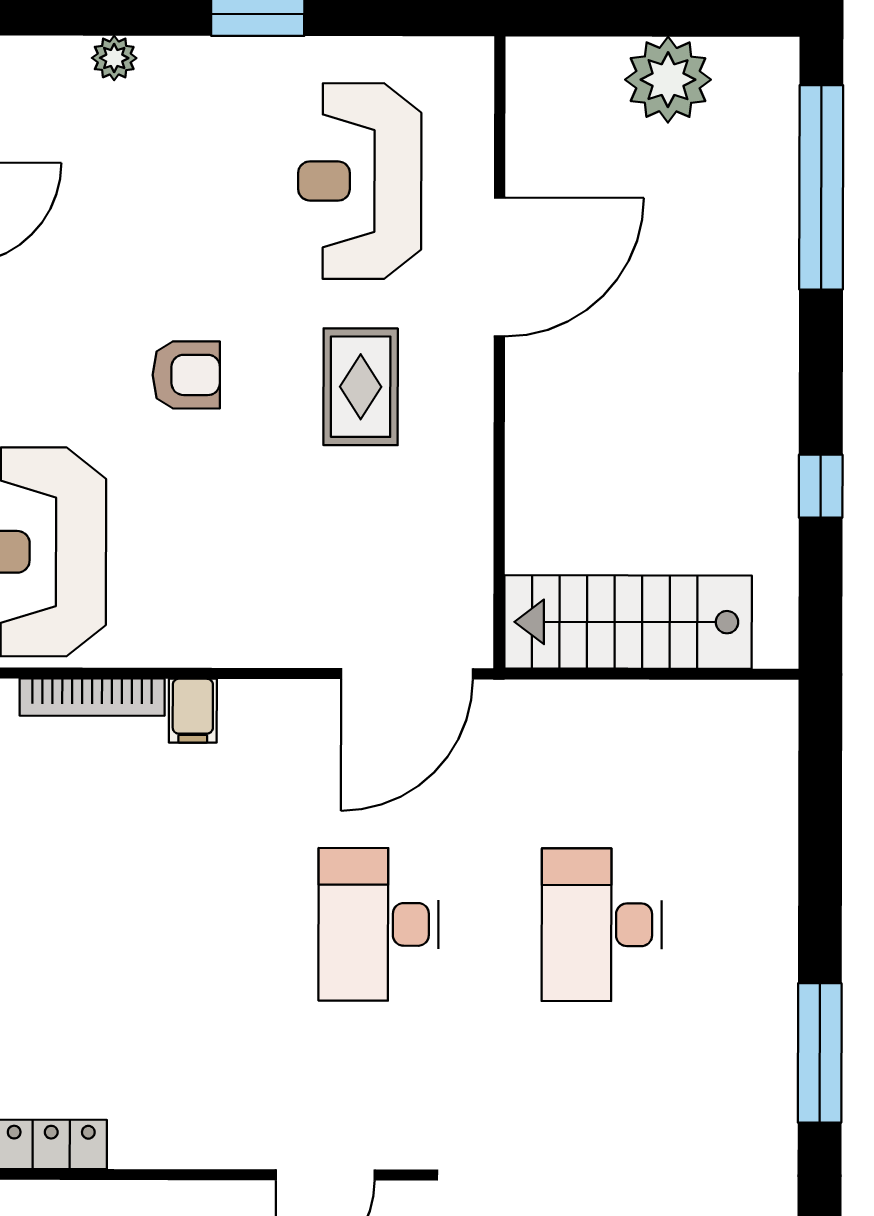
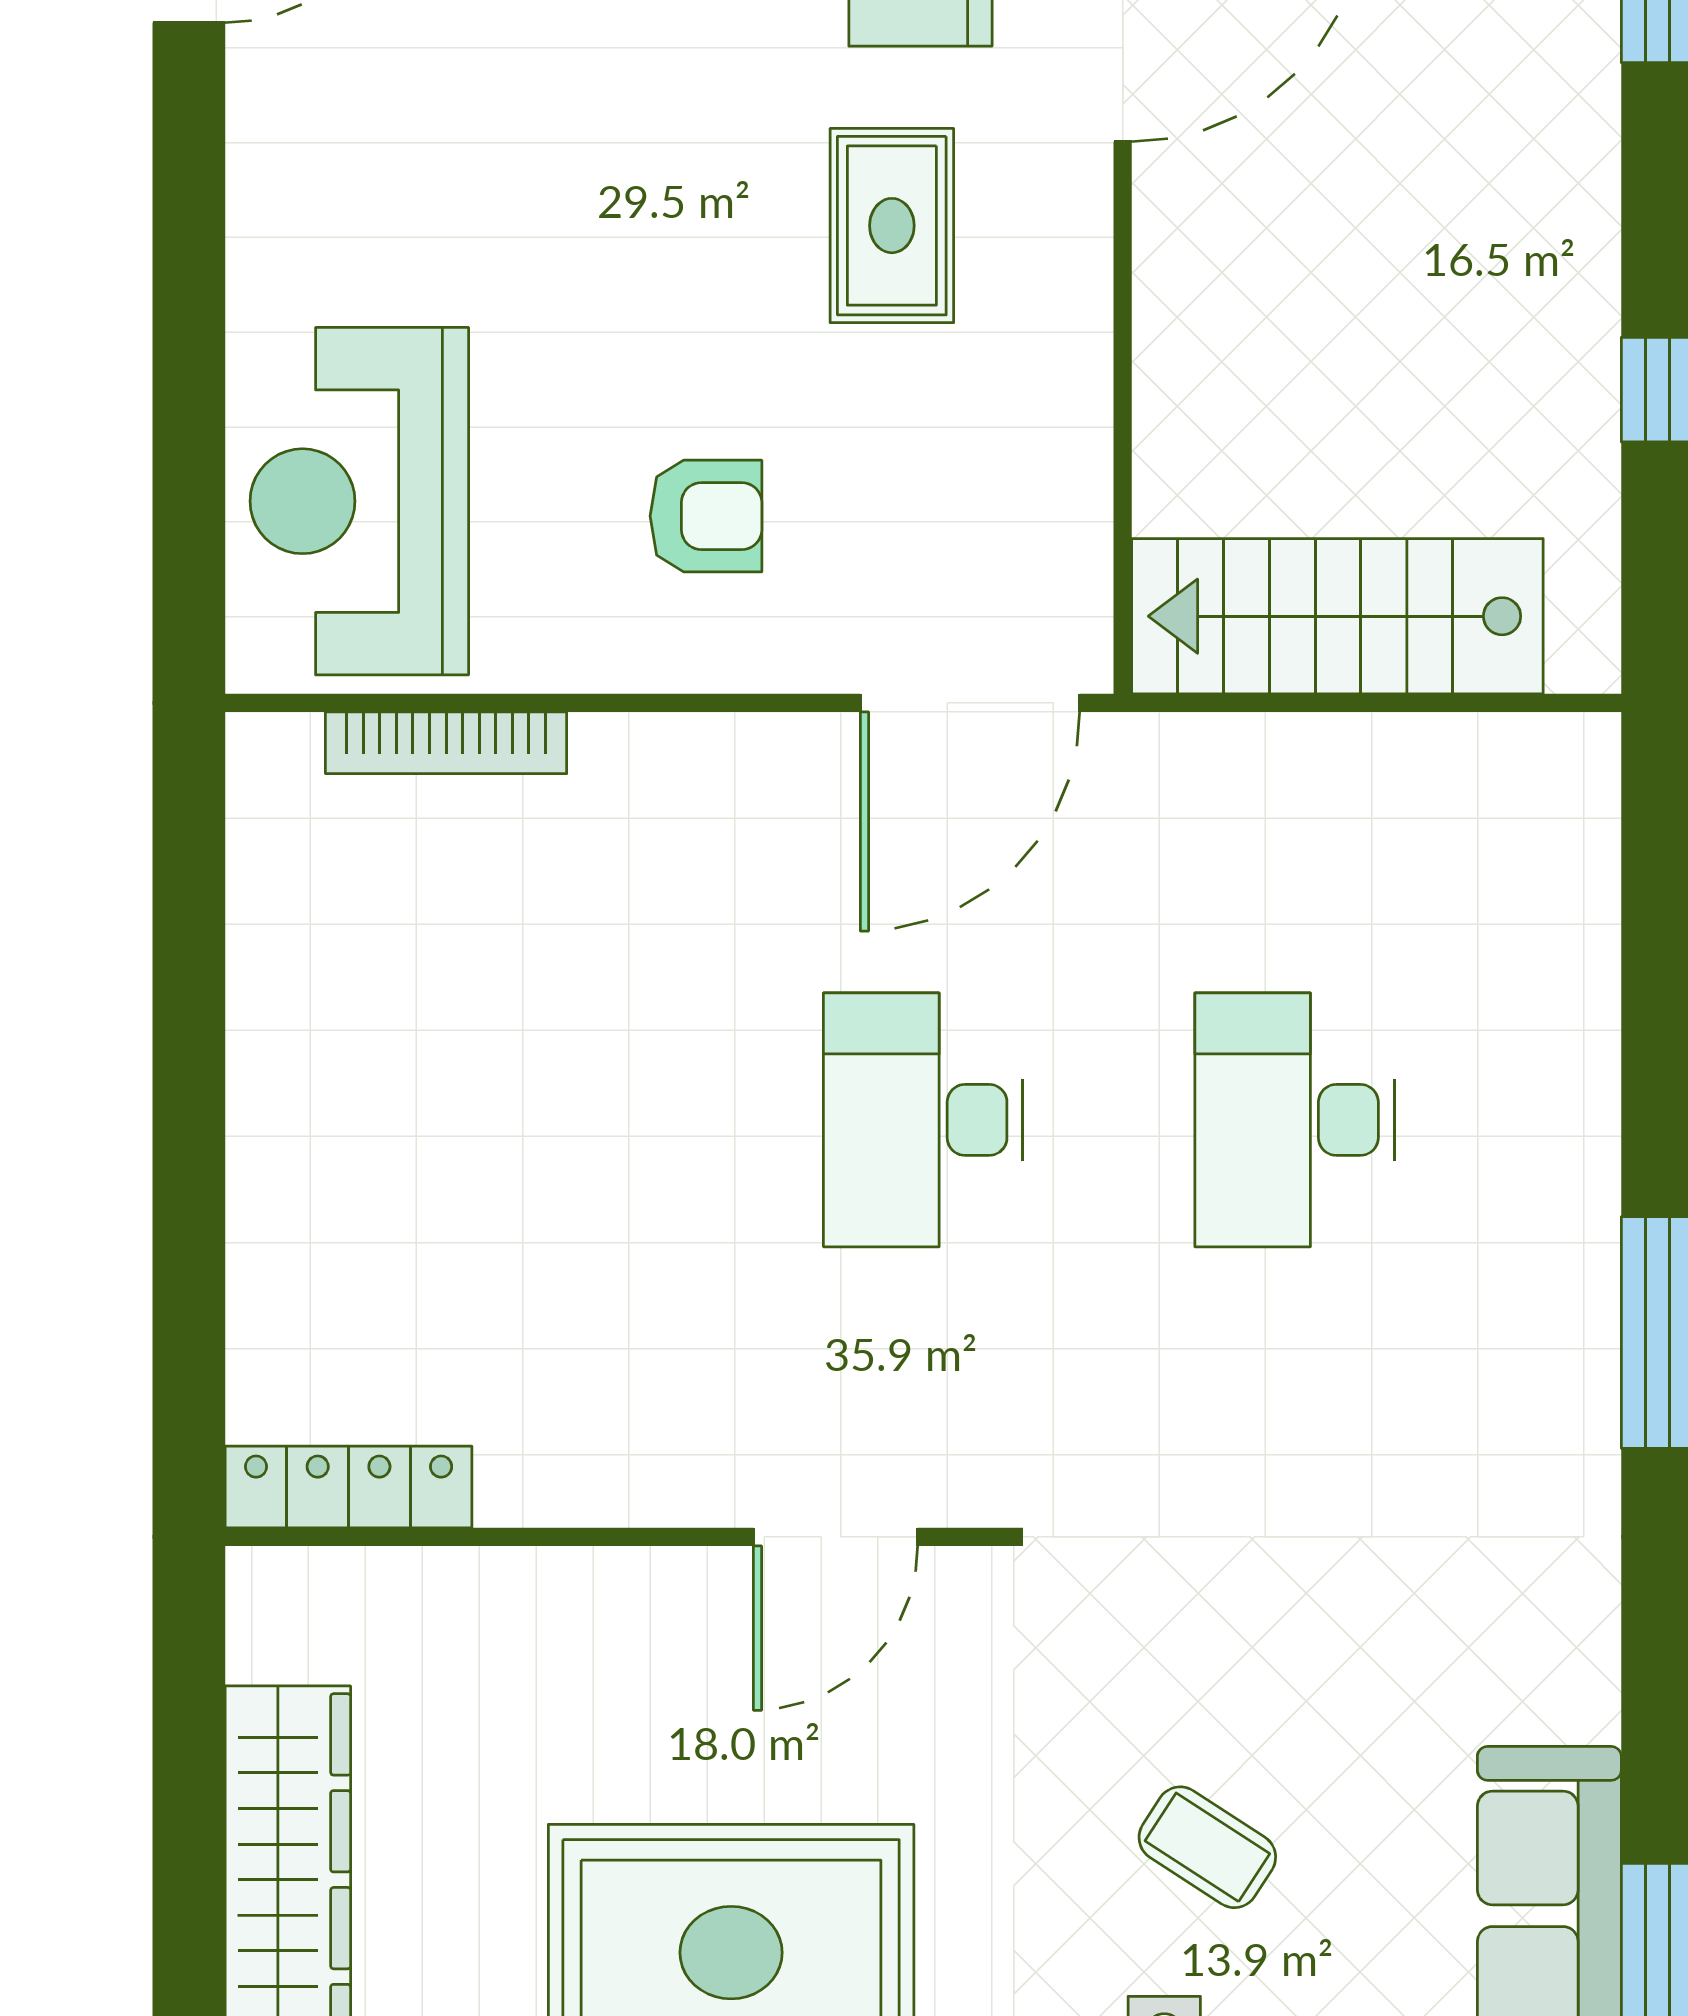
armchair: (186, 375) -> (706, 516), moved
filing cabinet: (193, 711) -> (614, 765), removed

